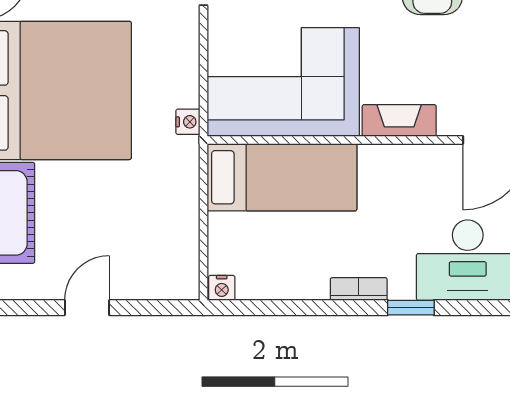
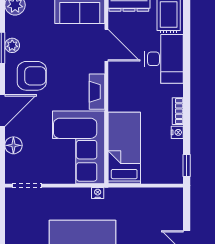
nightstand: (222, 288) -> (177, 132), moved
window: (411, 308) -> (187, 165), moved

